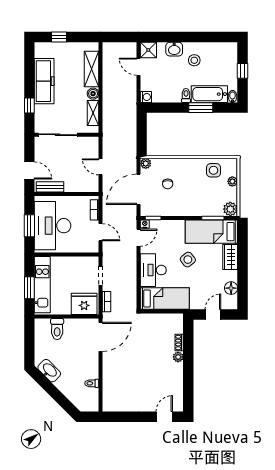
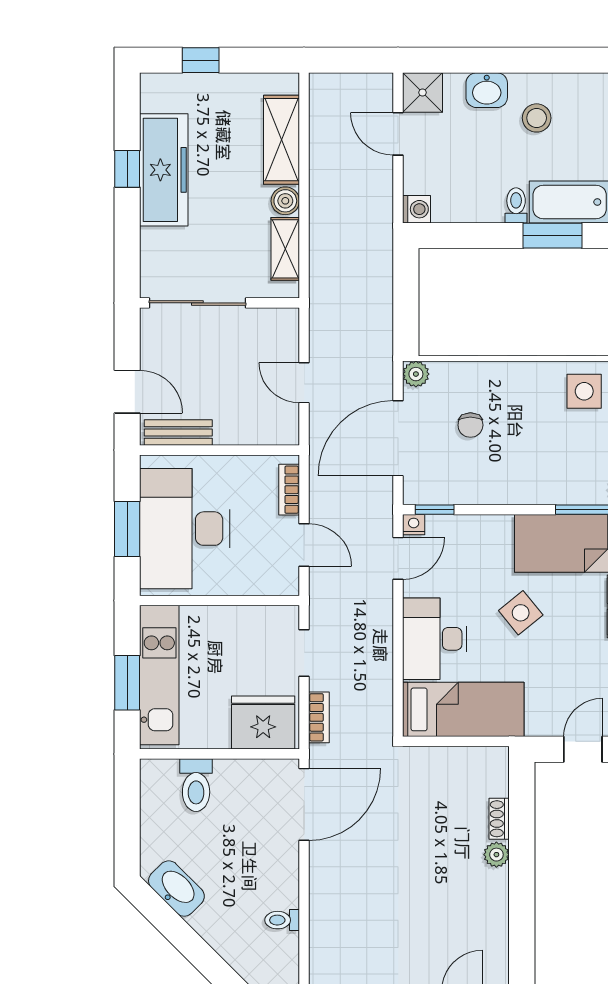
window: (29, 106) -> (127, 169), moved

